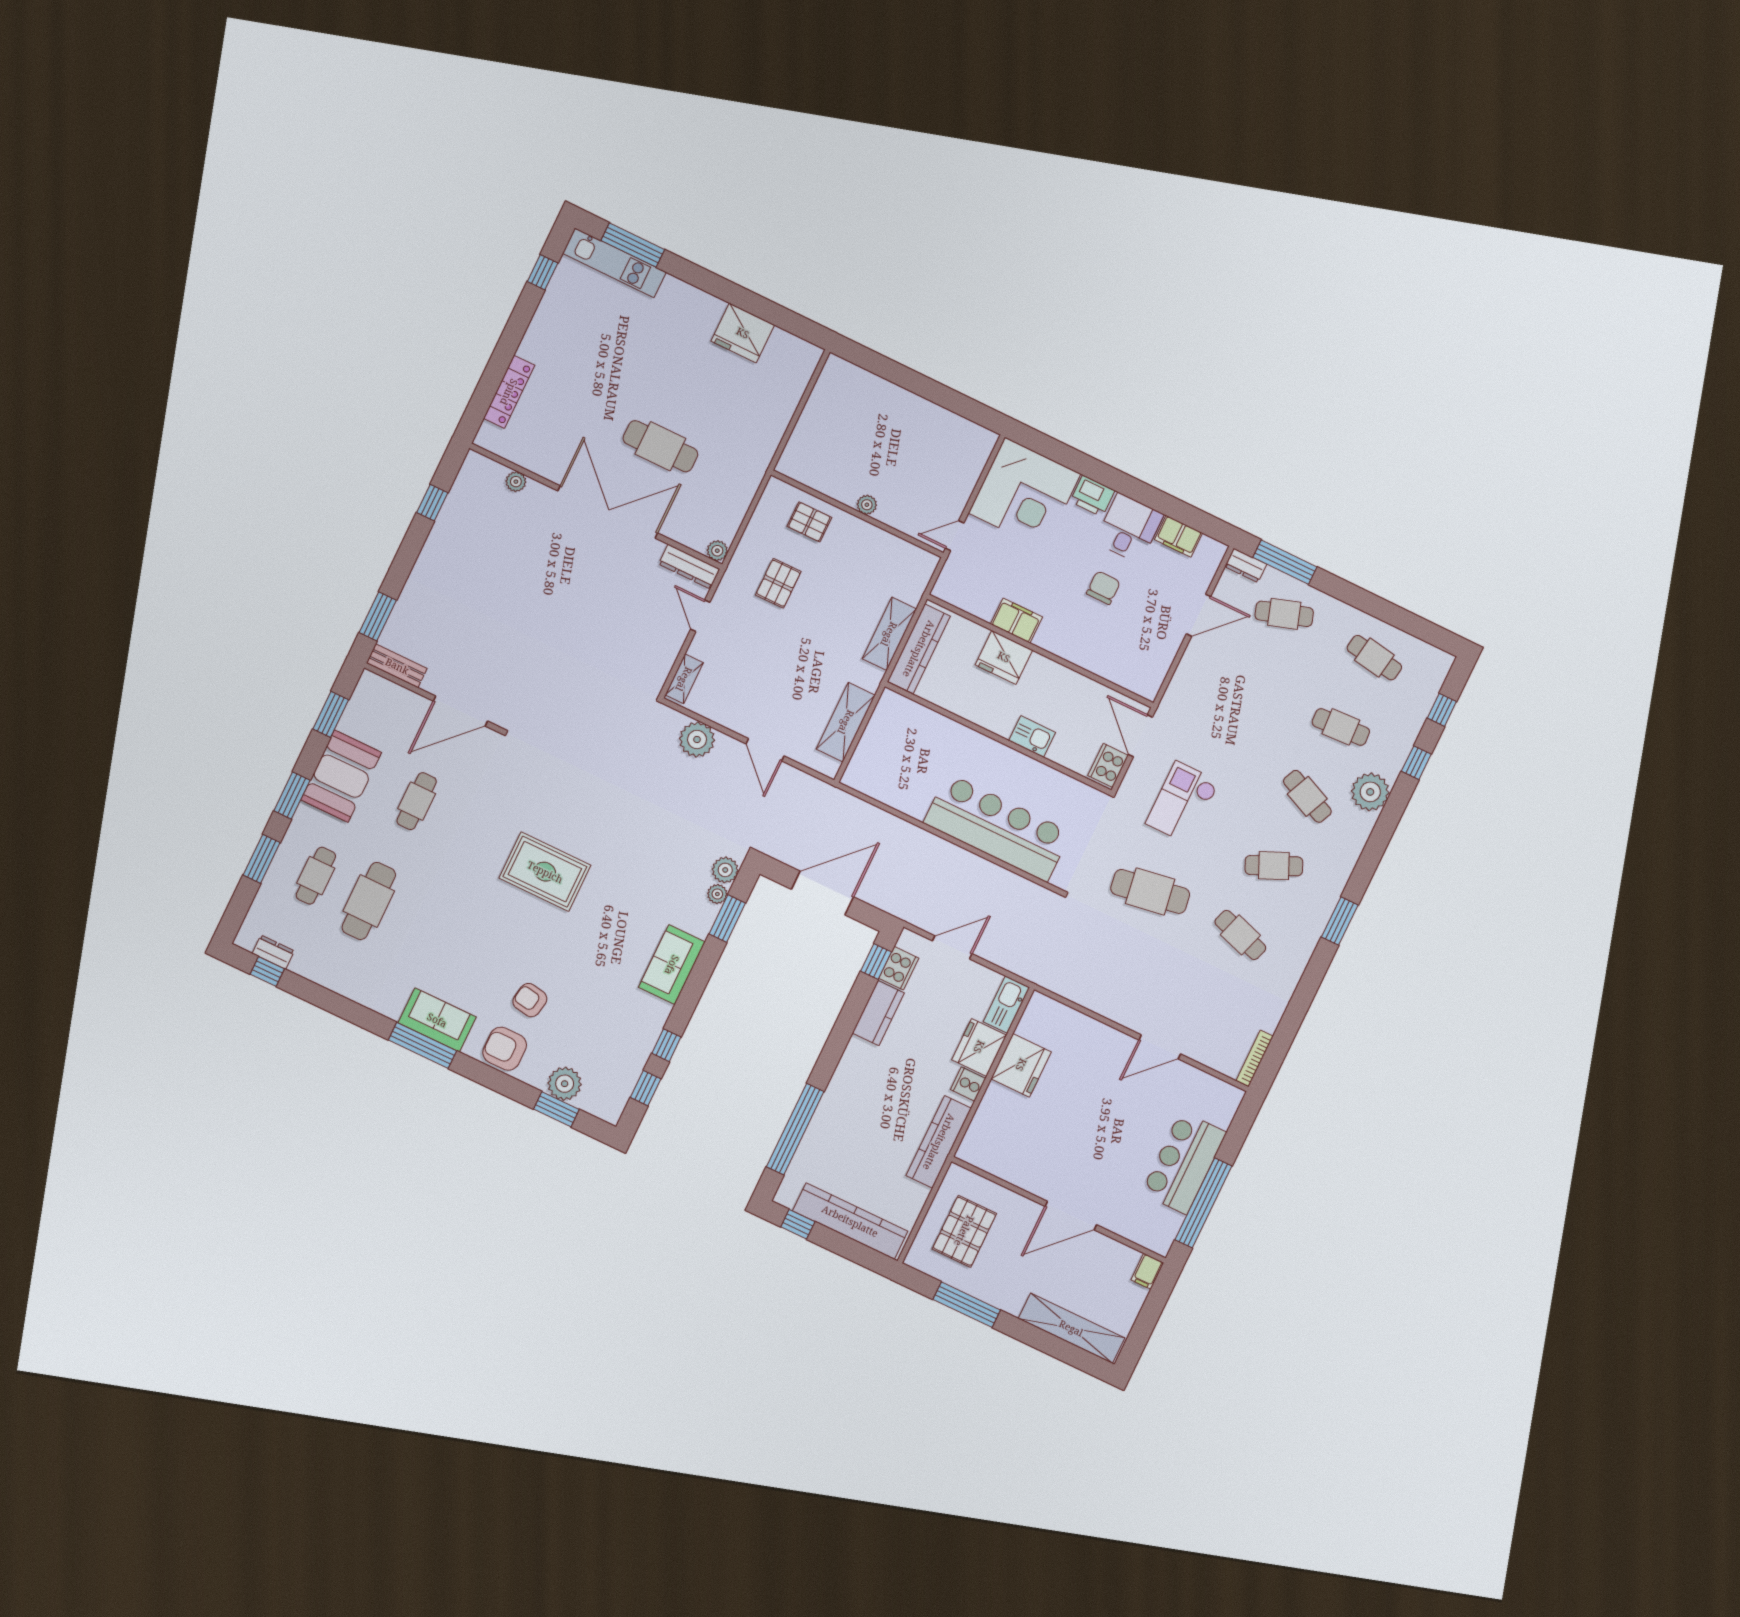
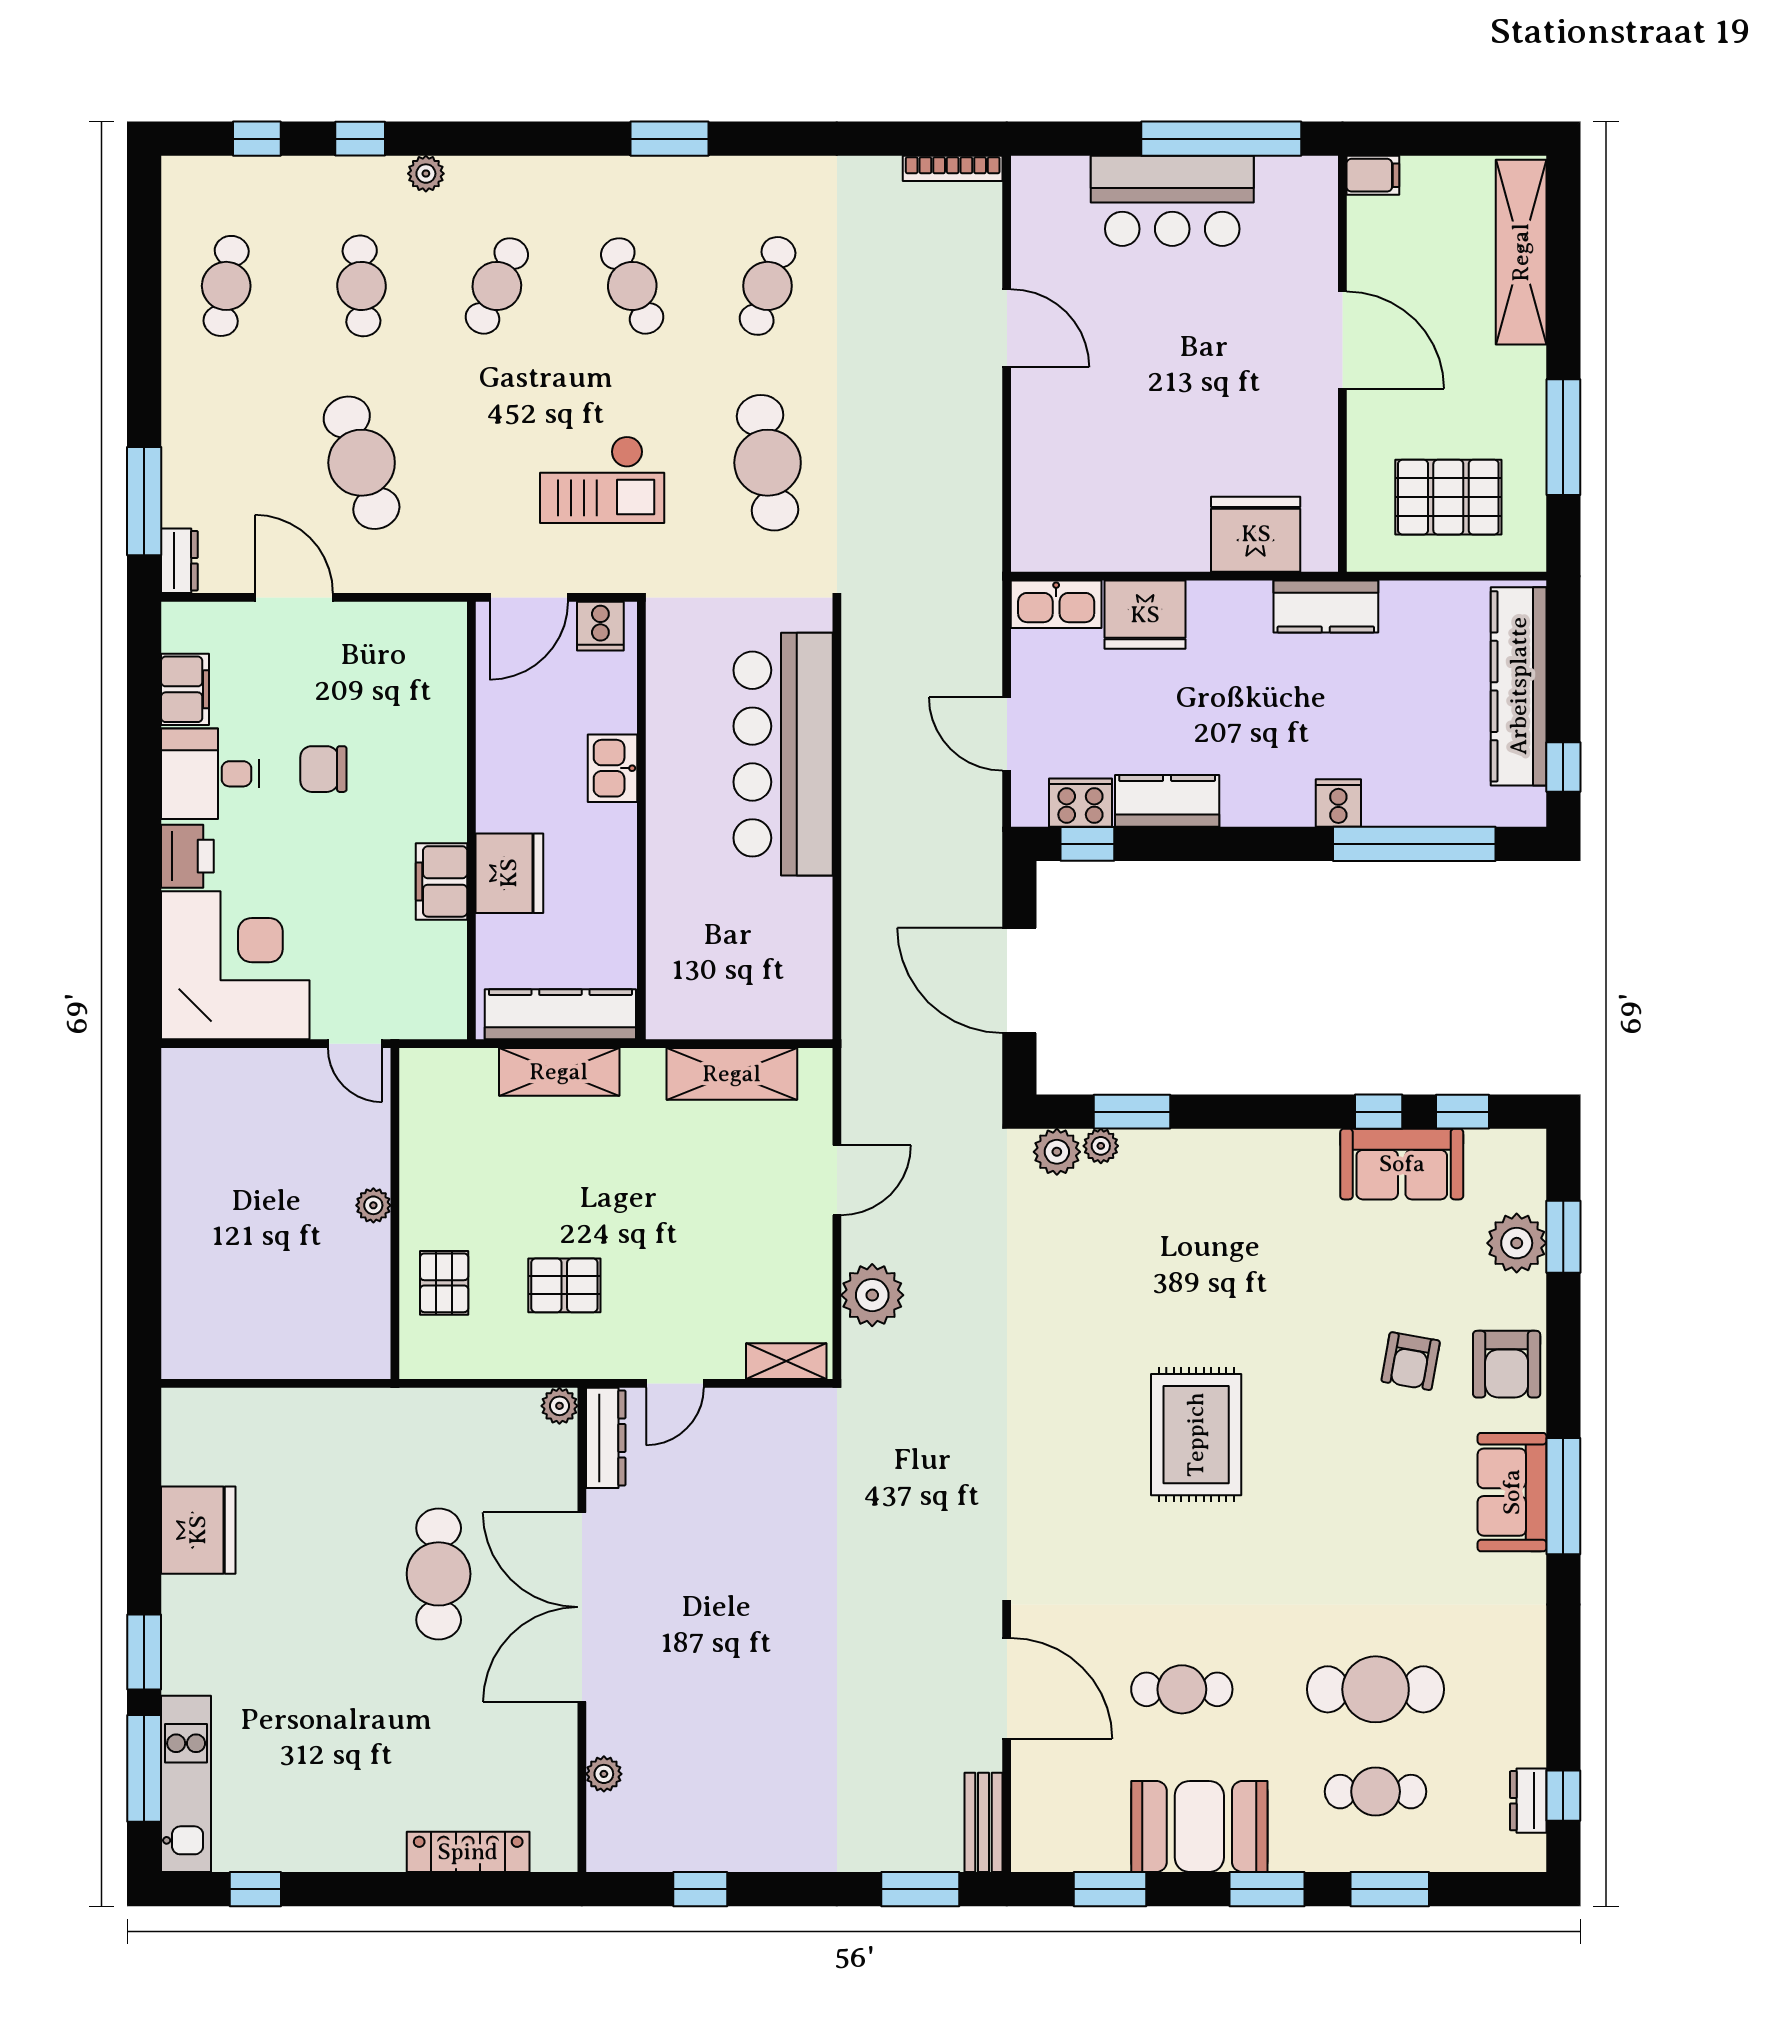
window: (693, 274) -> (144, 1652), added
cafe table: (1284, 614) -> (362, 463), moved, width x1.37, depth x1.35
cooker: (1108, 765) -> (600, 626), width x0.73
plant: (1370, 792) -> (426, 174), width x0.53, depth x0.53
sofa: (672, 965) -> (1402, 1164), moved
fridge: (1021, 1065) -> (1256, 534), moved
cooker: (968, 1084) -> (1338, 803), moved, turned 180
kitchen counter: (939, 1142) -> (1326, 607), width x0.67

